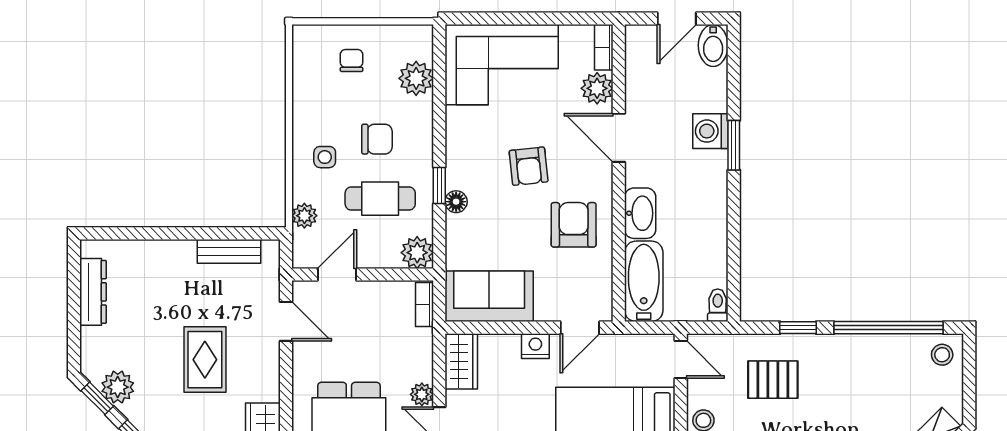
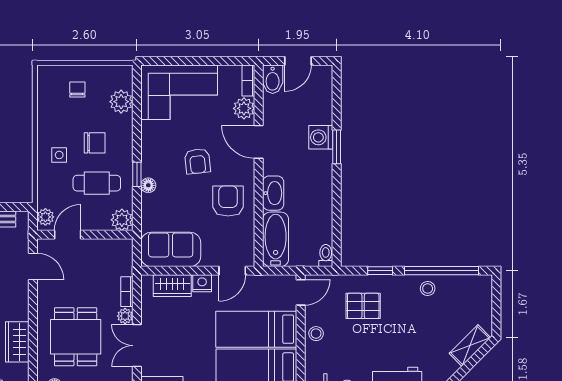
bidet: (713, 45) -> (273, 79), moved
plant: (304, 216) -> (45, 217), moved
bookcase: (424, 304) -> (127, 292), moved
stool: (942, 355) -> (428, 288), moved
door: (681, 360) -> (301, 292), hinge flipped
wardrobe: (461, 361) -> (172, 286), moved, turned 90

